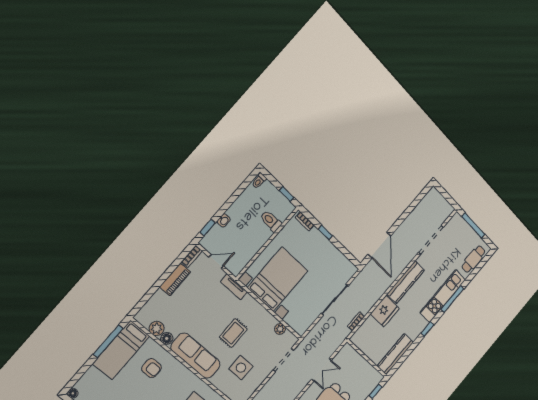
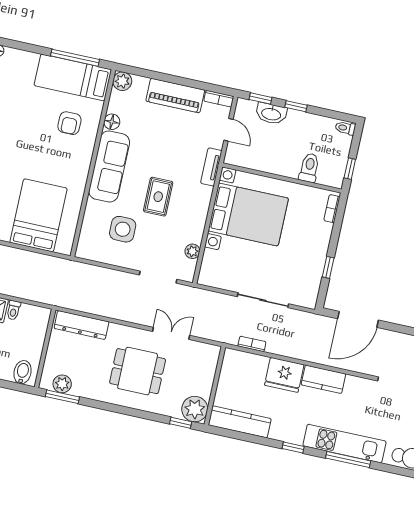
window: (226, 206) -> (296, 106), added
washbasin: (224, 220) -> (271, 114), width x1.91, depth x1.45
window: (325, 232) -> (328, 267), moved
piano: (175, 279) -> (175, 96), width x1.37, depth x1.33
kitchen counter: (406, 282) -> (323, 379), width x0.67
plant: (157, 328) -> (122, 81), moved
rug: (233, 333) -> (158, 197), turned 90
double door: (321, 370) -> (171, 333), swing flipped
plant: (373, 378) -> (195, 409), added

